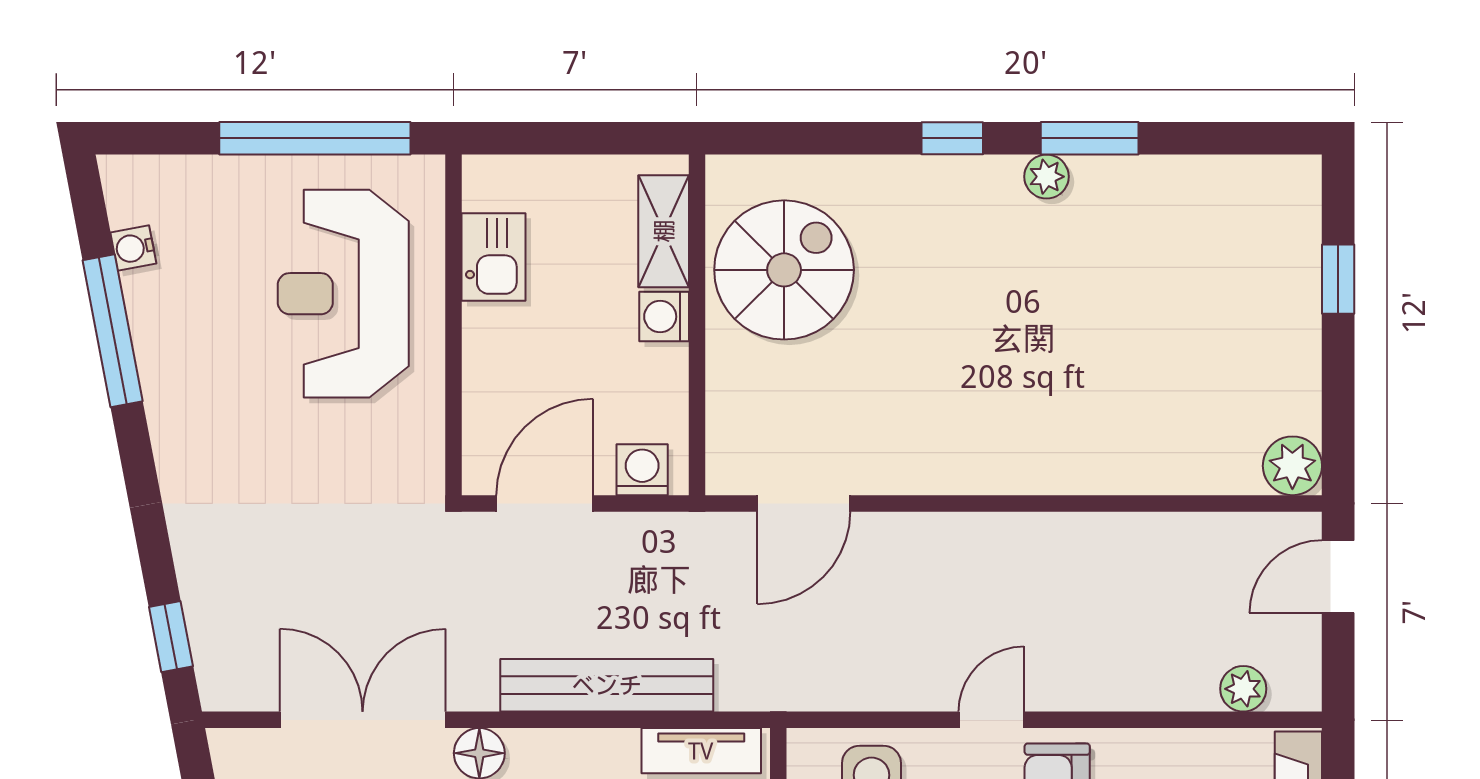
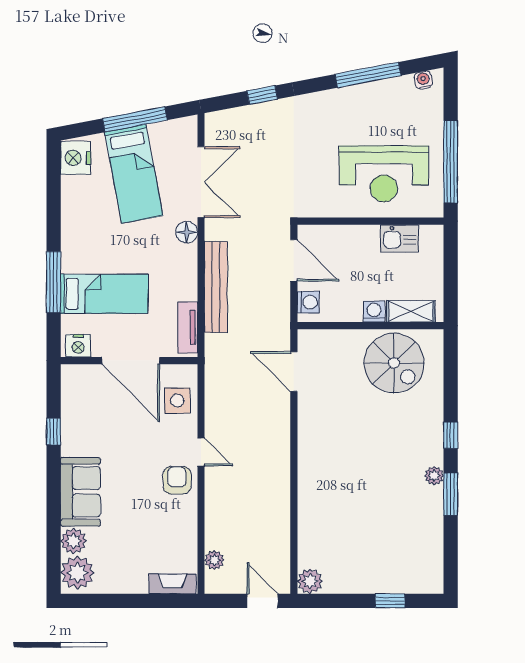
water cooler: (133, 248) -> (423, 80), moved
reception desk: (343, 294) -> (384, 174), turned 180
window: (171, 637) -> (262, 95), moved

